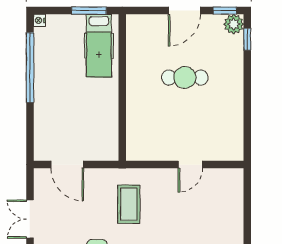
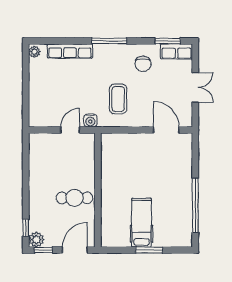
nightstand: (40, 20) -> (188, 242), removed
wall: (122, 88) -> (98, 190), moved
water cooler: (164, 177) -> (90, 120), added

